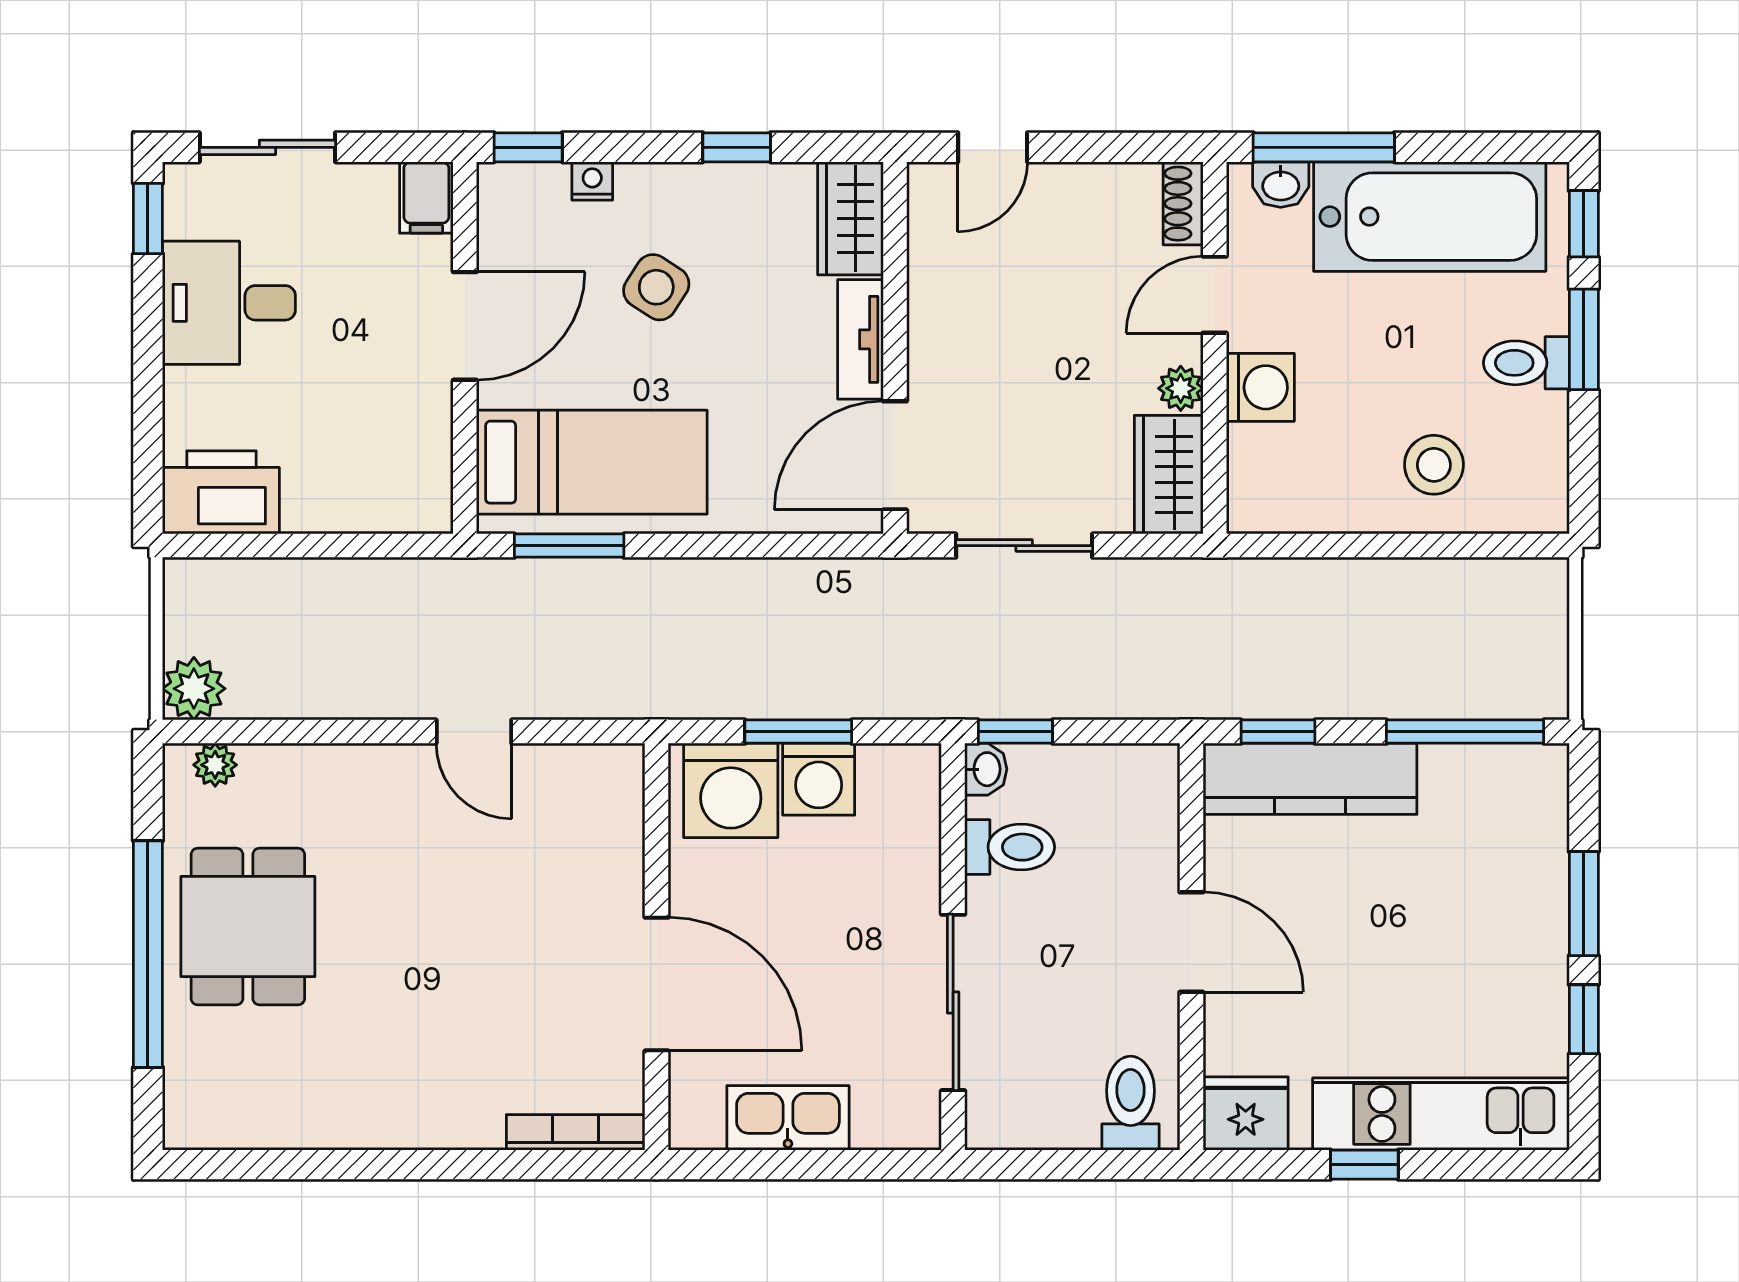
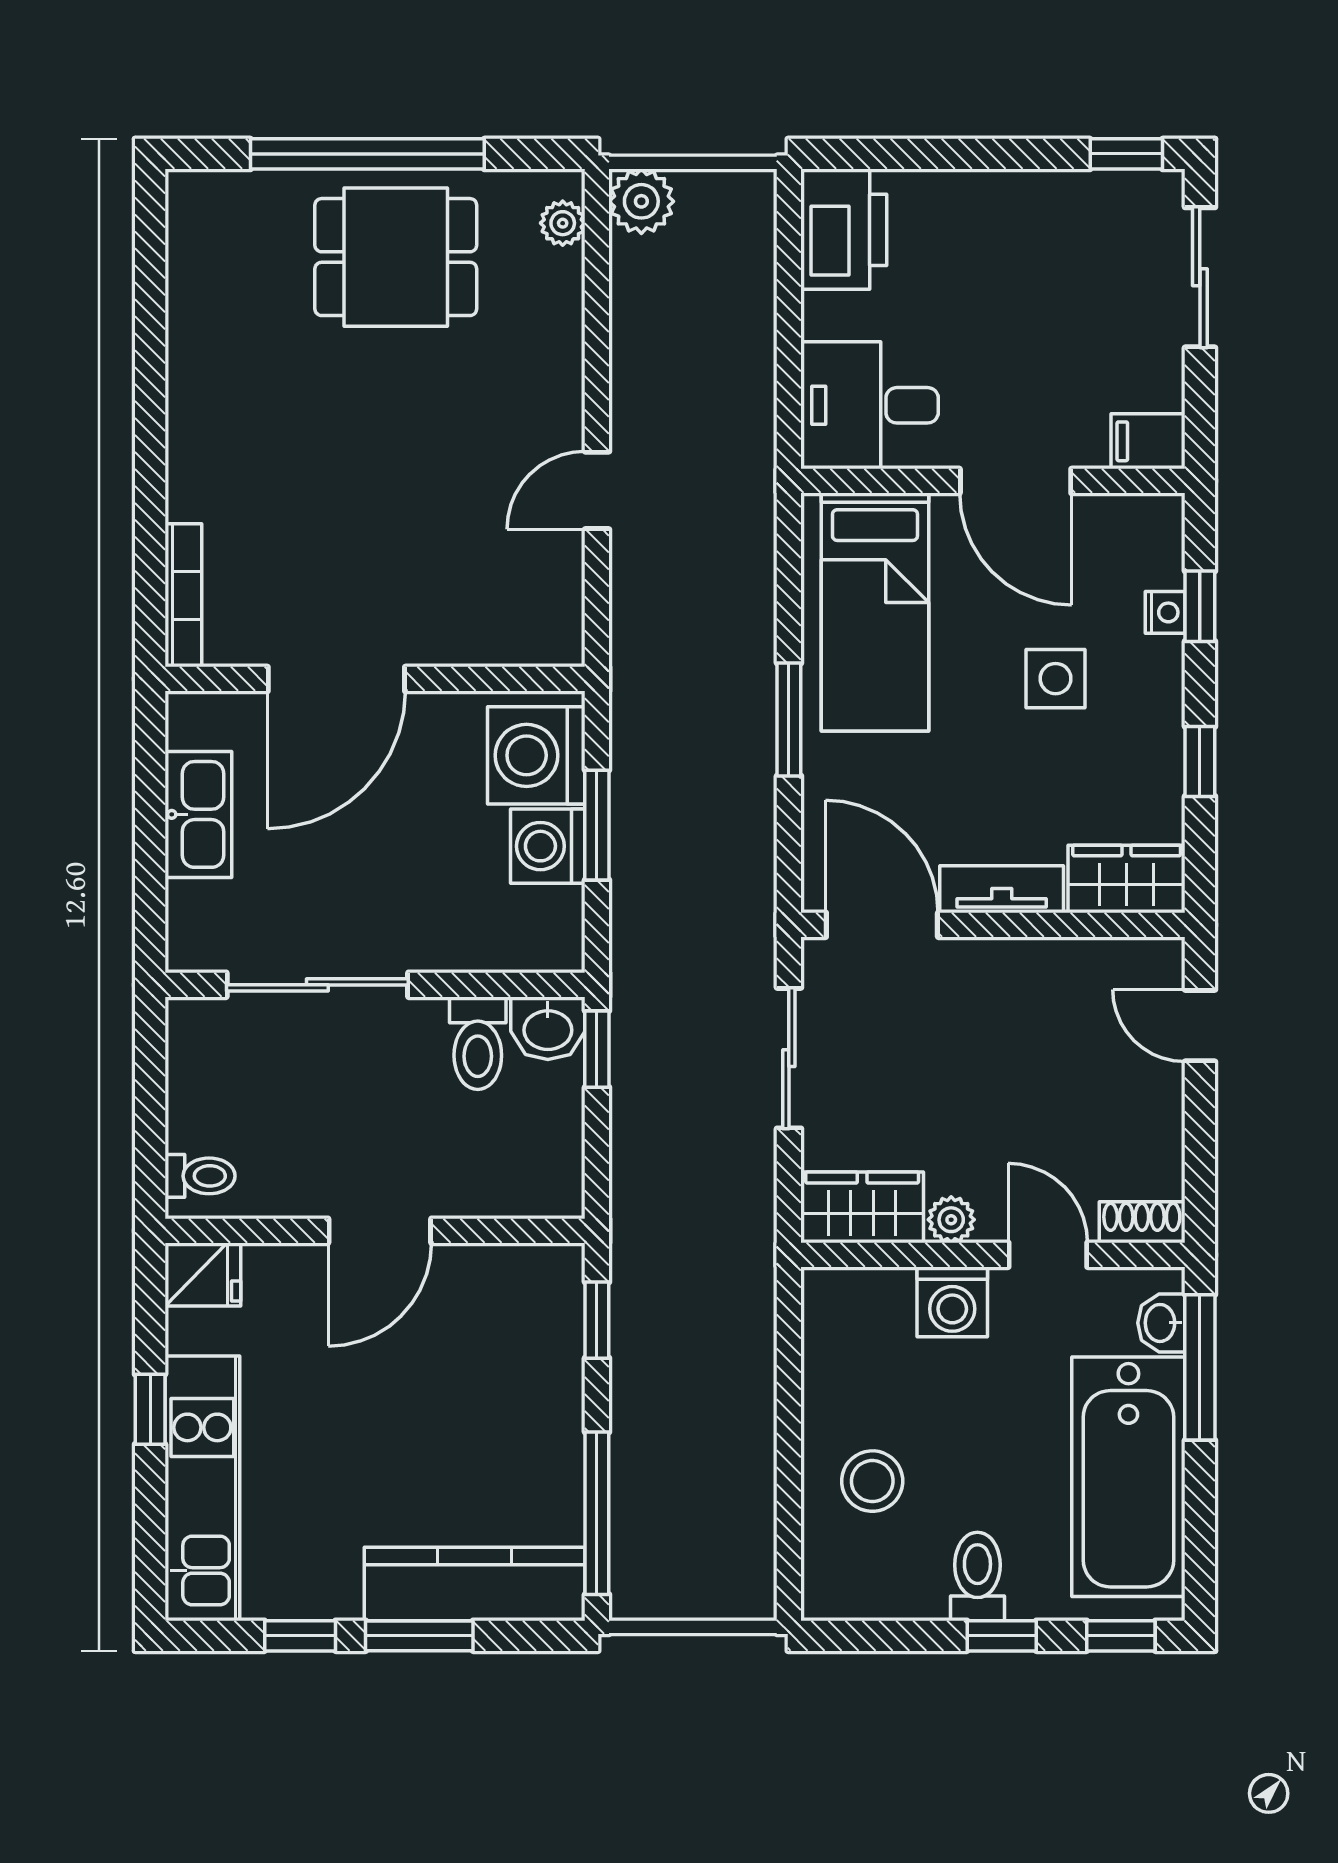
window: (528, 147) -> (1200, 606), moved
side table: (656, 287) -> (1056, 679), turned -33
desk: (229, 303) -> (870, 405), moved, turned -90
window: (1584, 339) -> (1002, 1636), width x0.67
window: (569, 546) -> (789, 719), moved
washbasin: (986, 769) -> (548, 1028), width x1.38, depth x1.45
kitchen counter: (1310, 779) -> (475, 1584), moved, turned 90
toilet: (1131, 1103) -> (200, 1176), width x0.73, depth x0.72
fridge: (1246, 1113) -> (203, 1275), width x0.72

